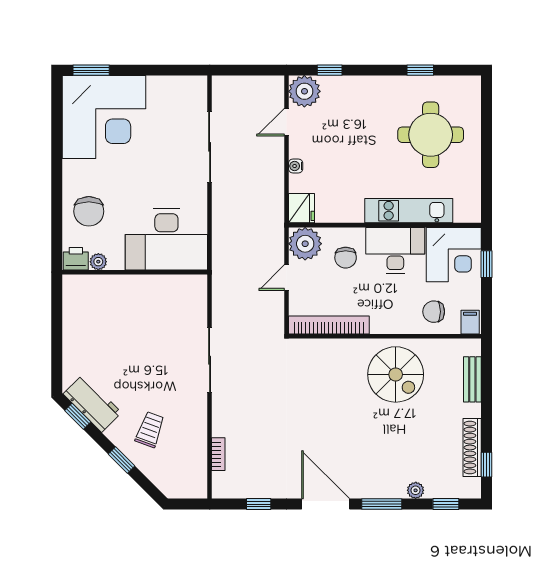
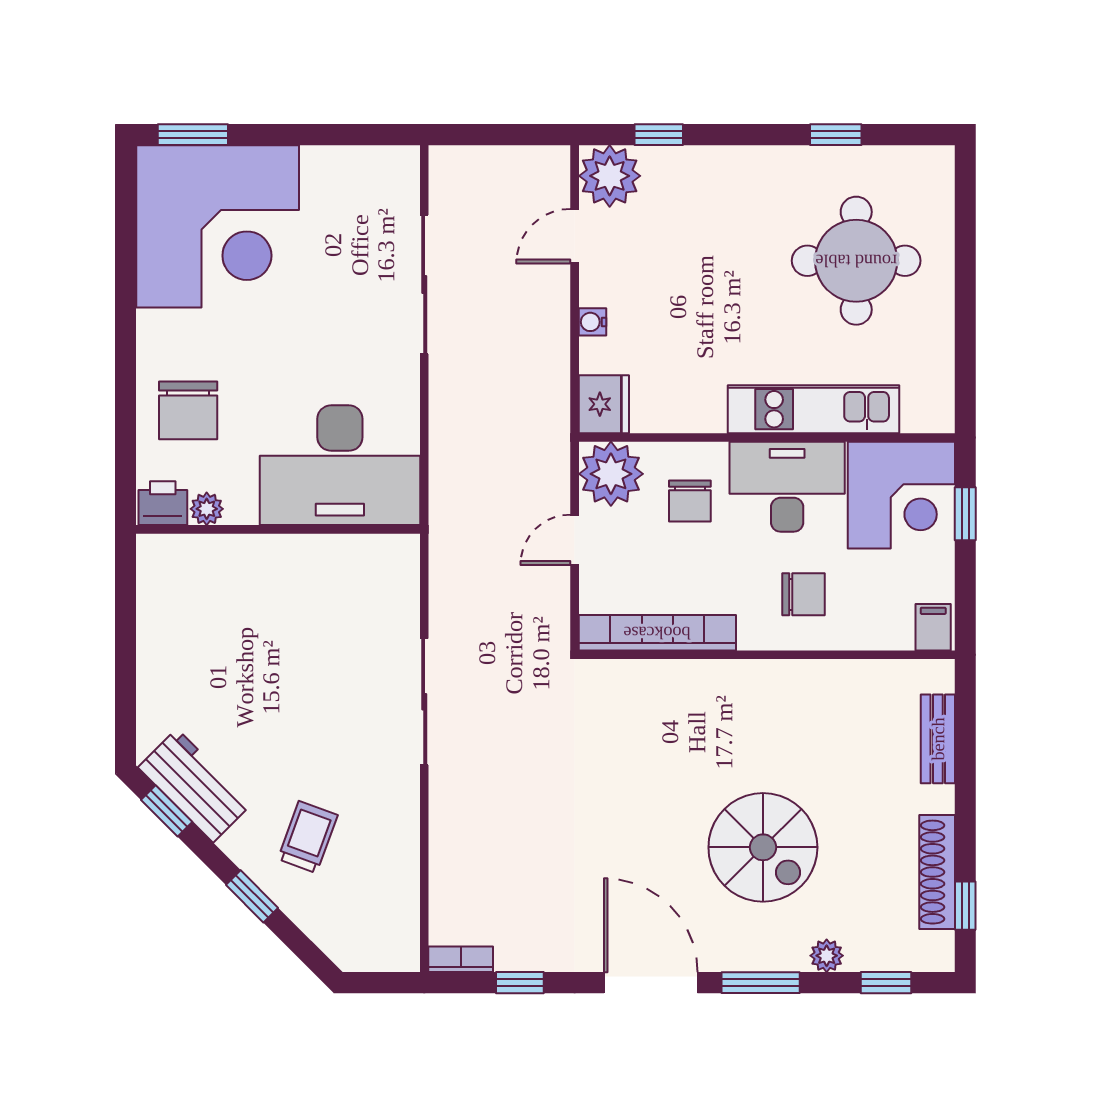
chair: (434, 312) -> (803, 594), moved, turned 180
spiral stairs: (396, 374) -> (763, 847), moved
bookcase: (218, 454) -> (461, 959), moved, turned -90

